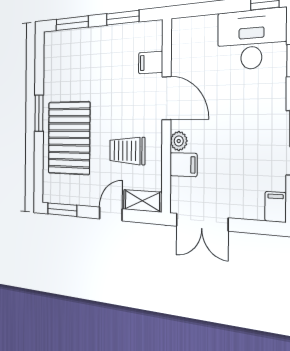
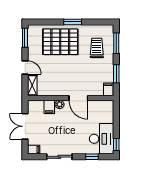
filing cabinet: (151, 63) -> (108, 89), moved
door: (167, 98) -> (78, 98), hinge flipped
trolley: (127, 151) -> (97, 48), moved
double door: (202, 222) -> (25, 126), moved

